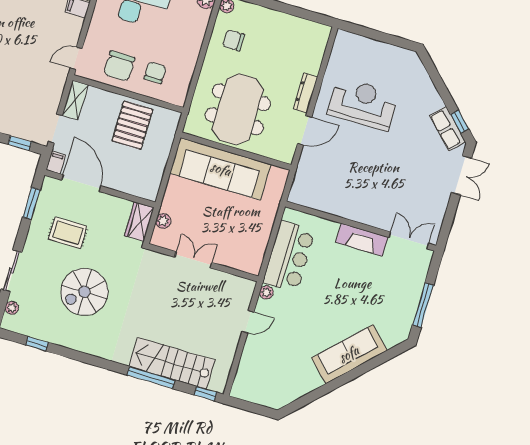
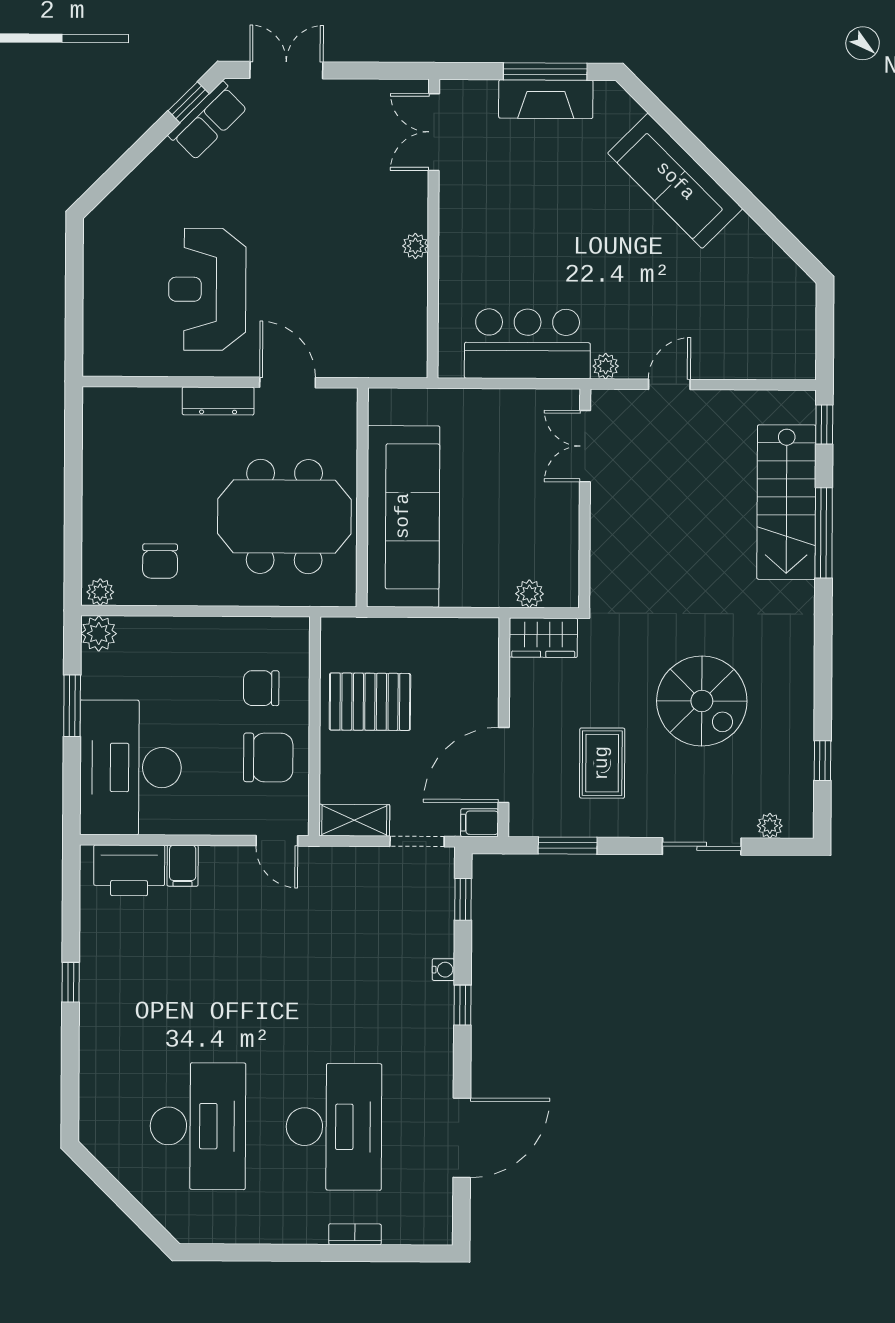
plant: (354, 214) -> (415, 246), added
fireplace: (362, 240) -> (546, 99), moved, turned 90
double door: (193, 260) -> (585, 446), moved
door: (248, 322) -> (669, 384), hinge flipped

